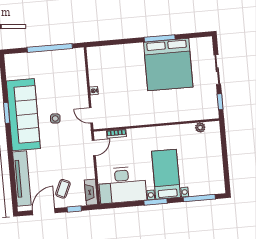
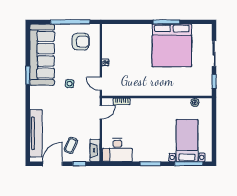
armchair: (64, 69) -> (81, 42), added
sofa: (23, 115) -> (42, 55), moved
bed with nightstands: (166, 174) -> (187, 141), moved
desk: (122, 185) -> (117, 150), width x0.73, depth x0.77

